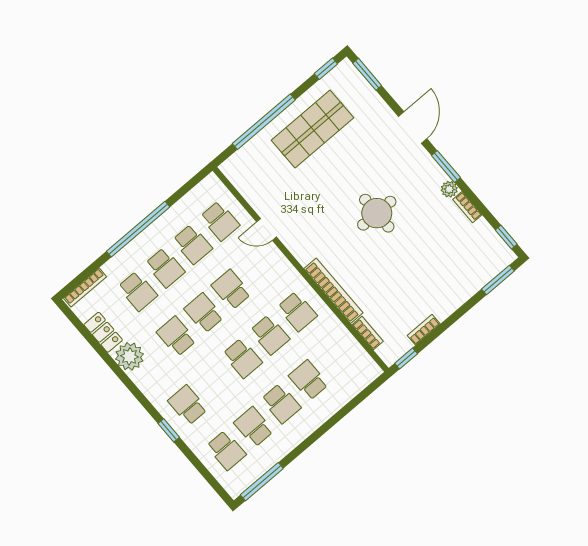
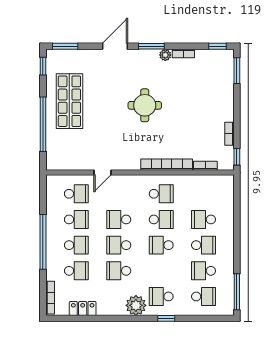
door: (413, 128) -> (115, 46), hinge flipped
plant: (130, 356) -> (136, 305), moved
school desk: (242, 358) -> (161, 245), turned 180

